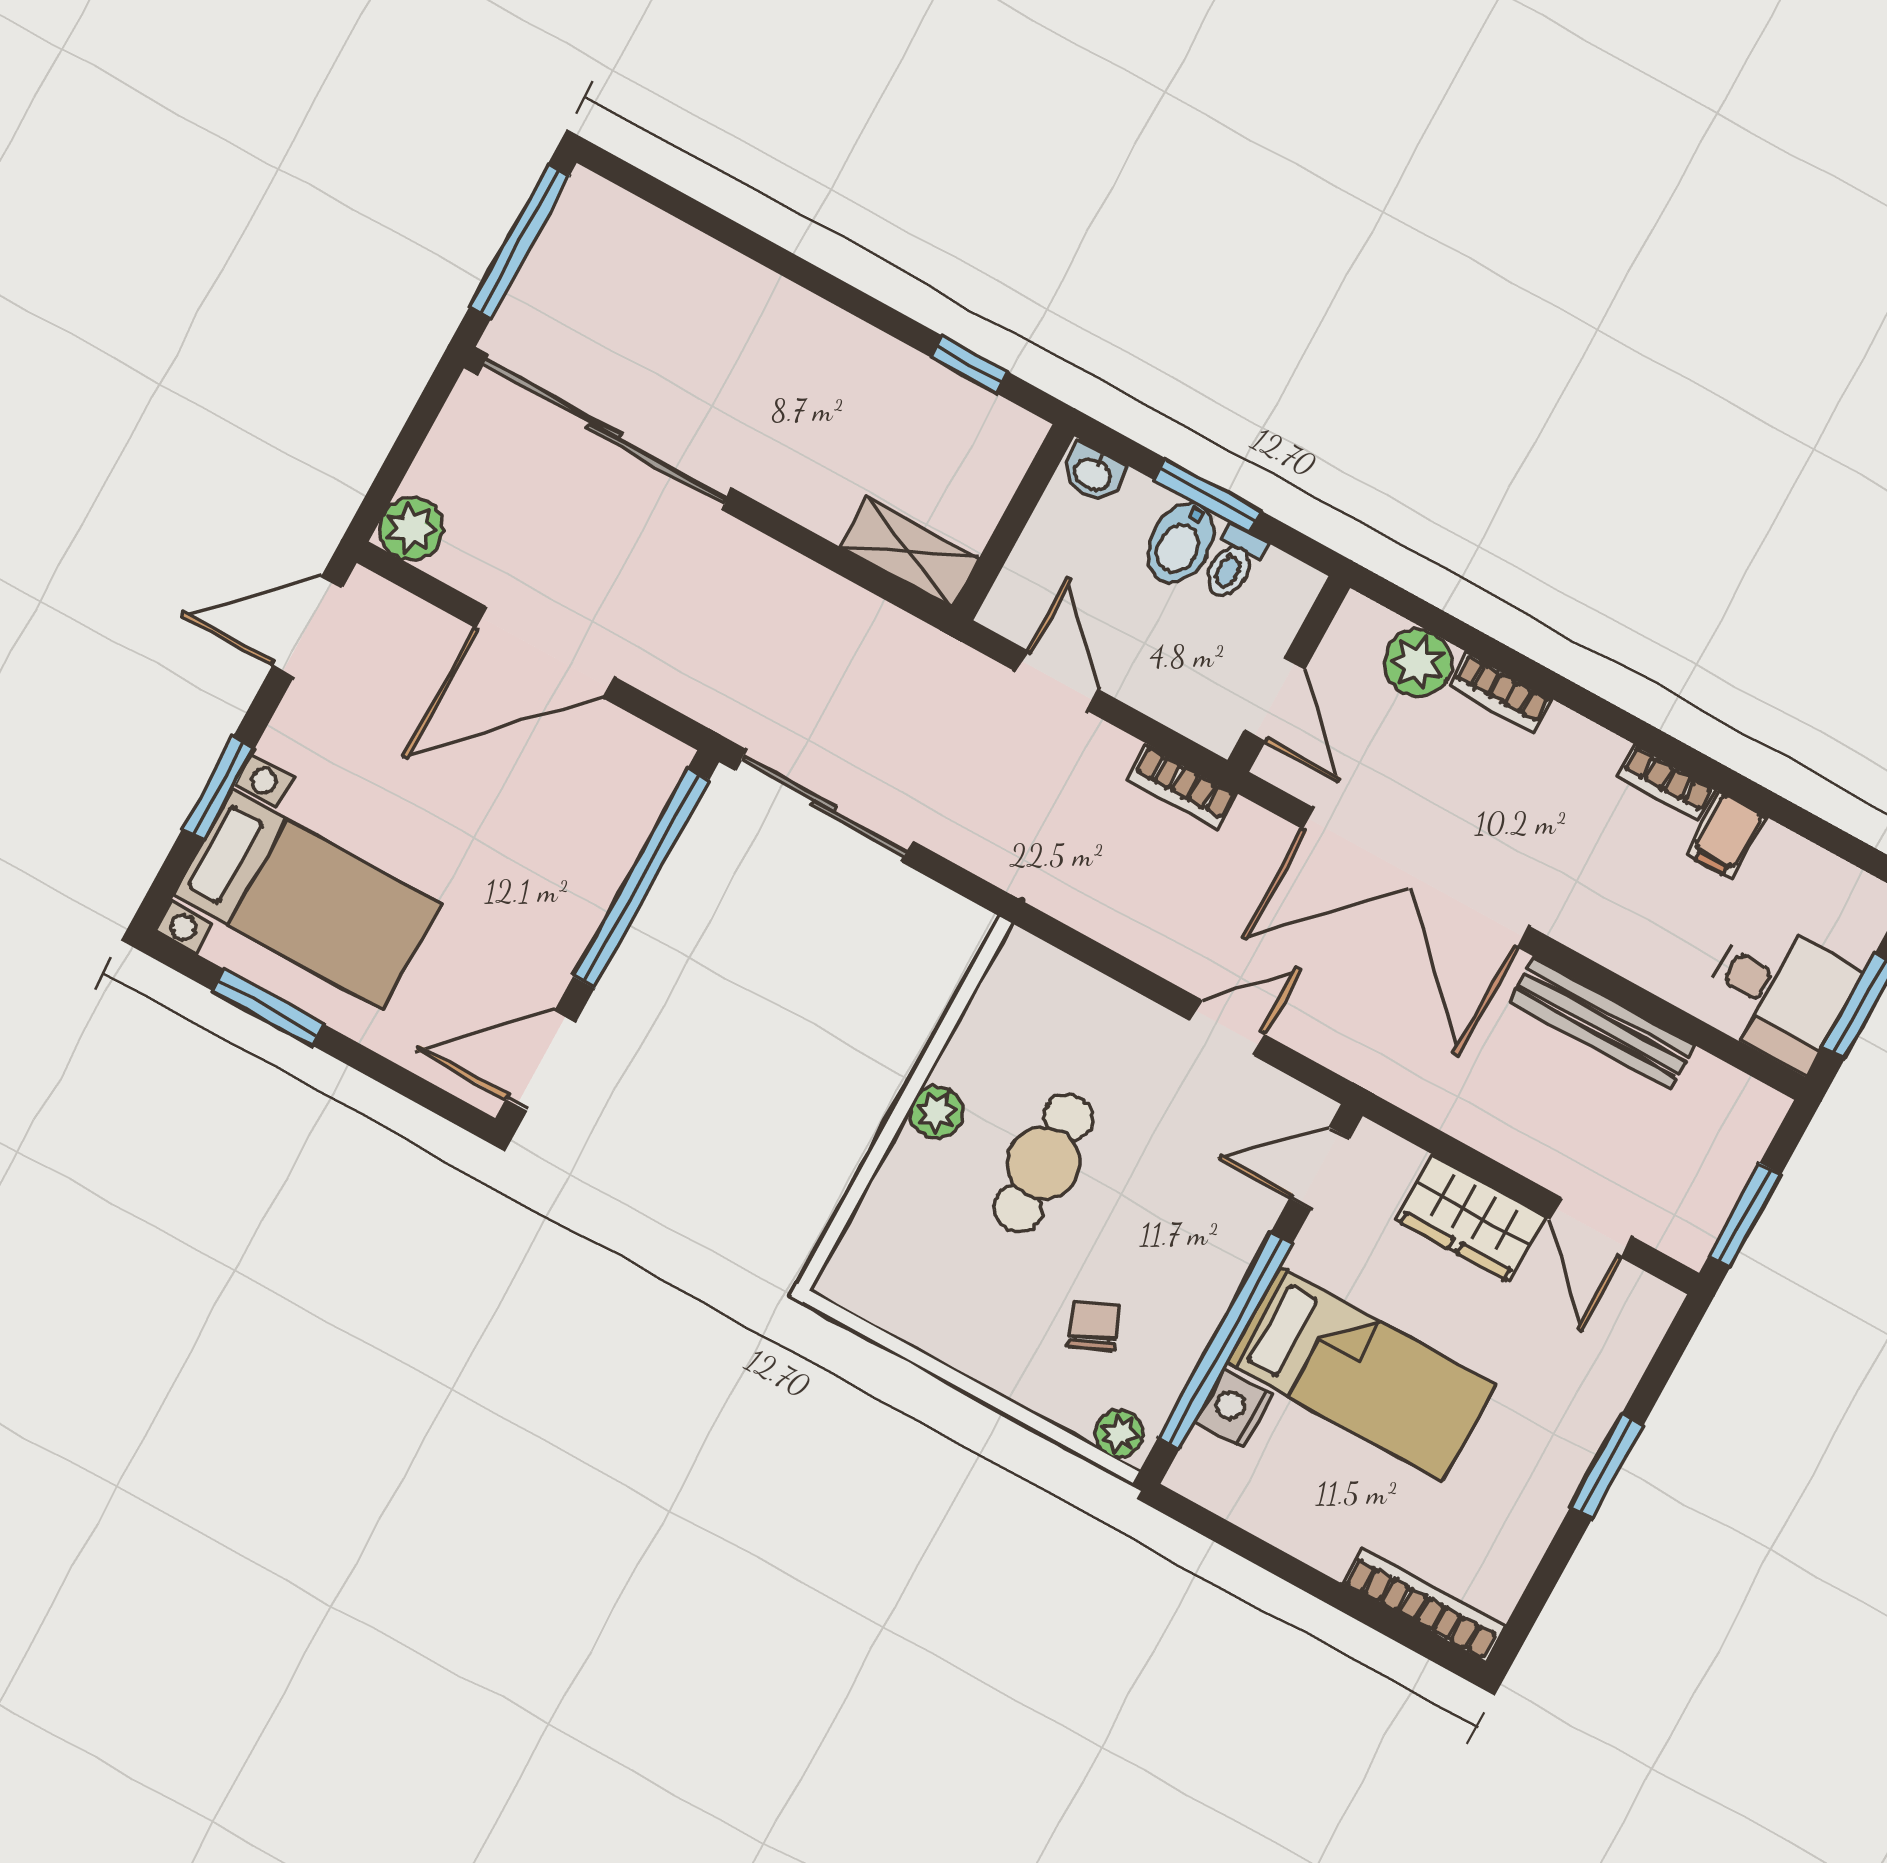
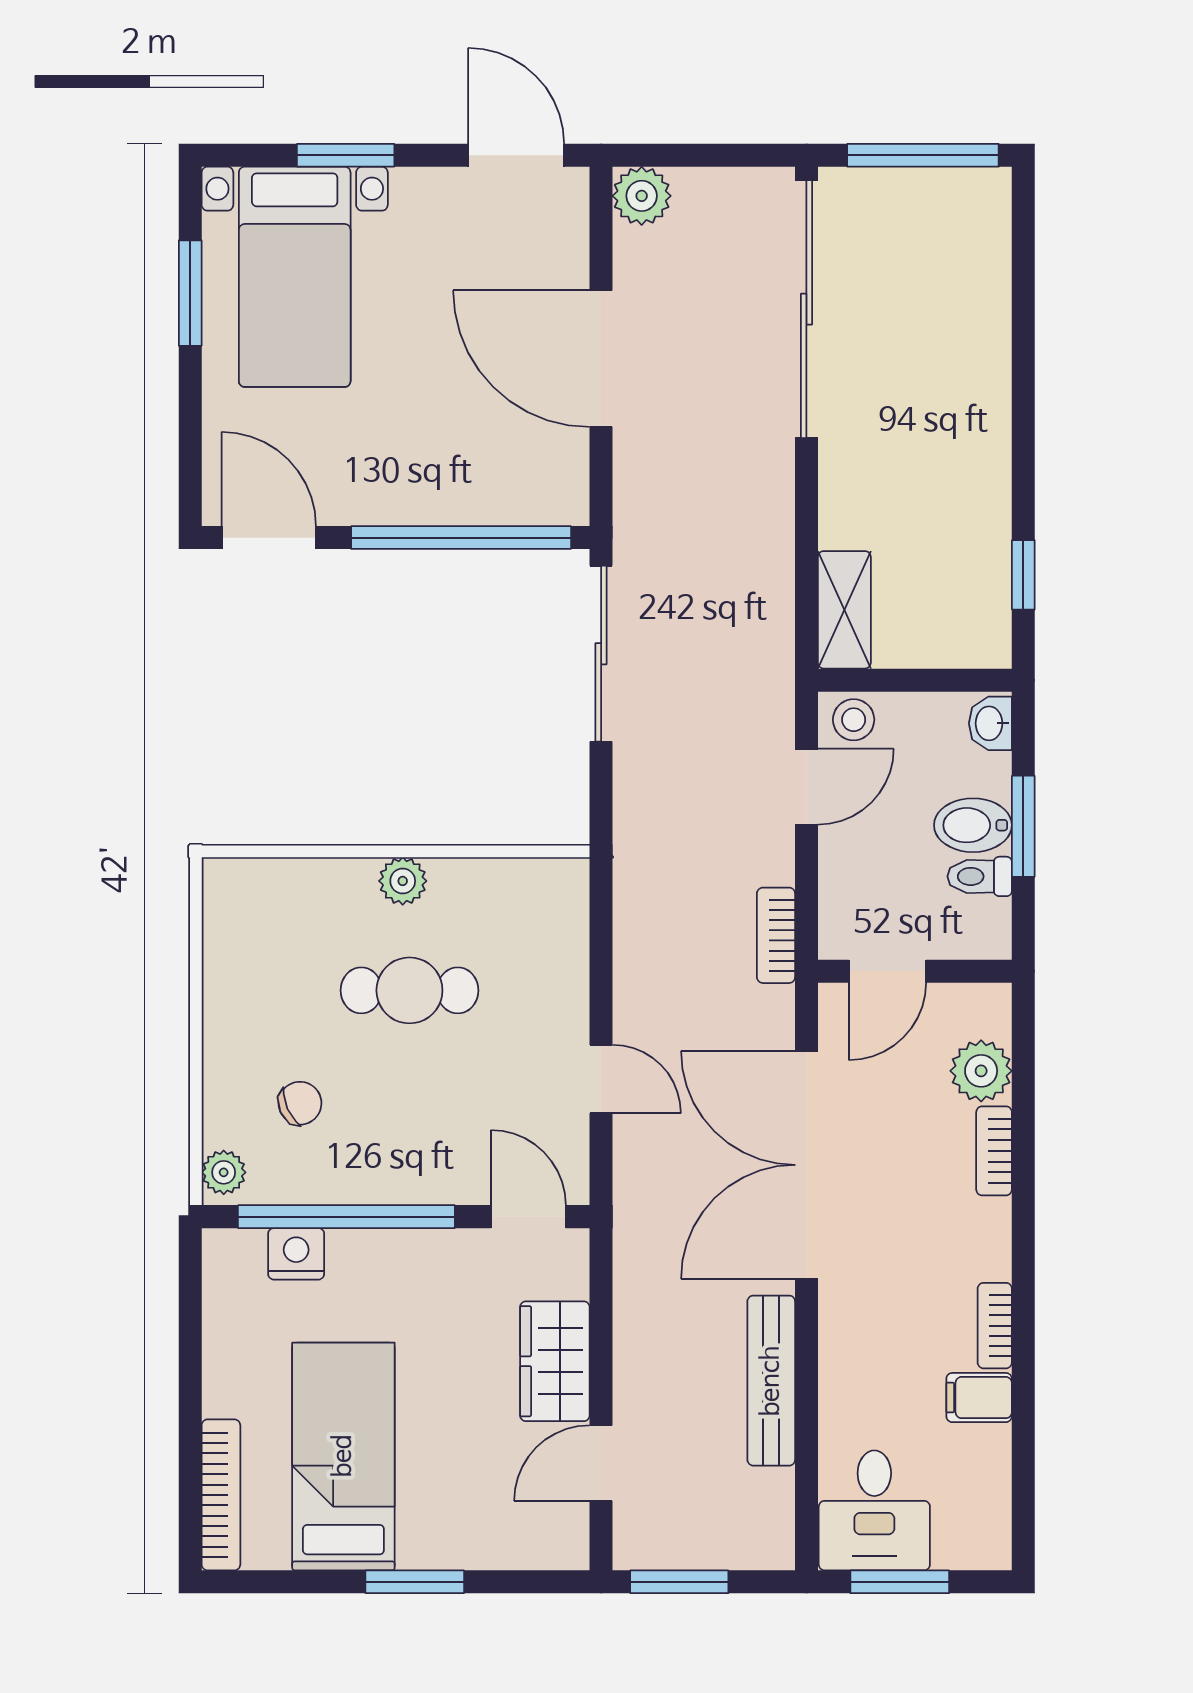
stool: (1018, 601) -> (854, 720), added
bed: (1361, 1374) -> (343, 1456), moved, turned 180

